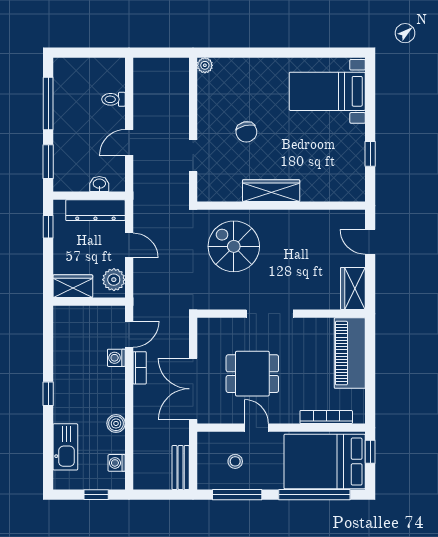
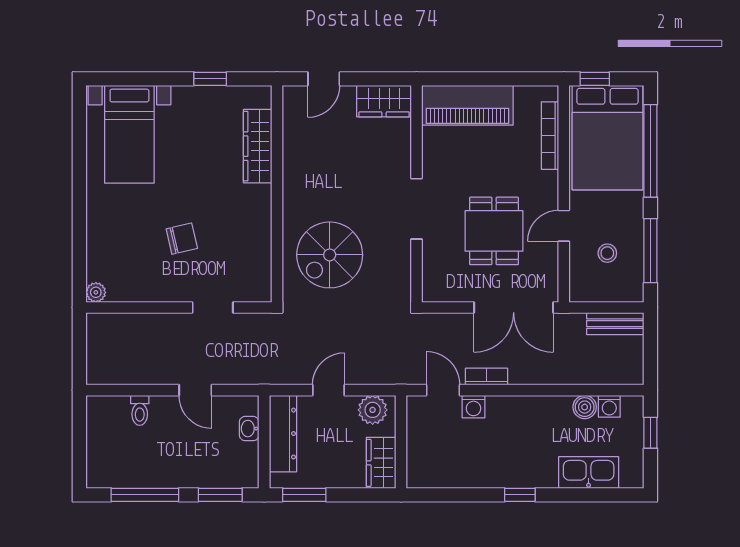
wardrobe: (271, 191) -> (258, 146), moved
window: (48, 227) -> (304, 495), width x1.50
boiler: (116, 423) -> (585, 407), moved

